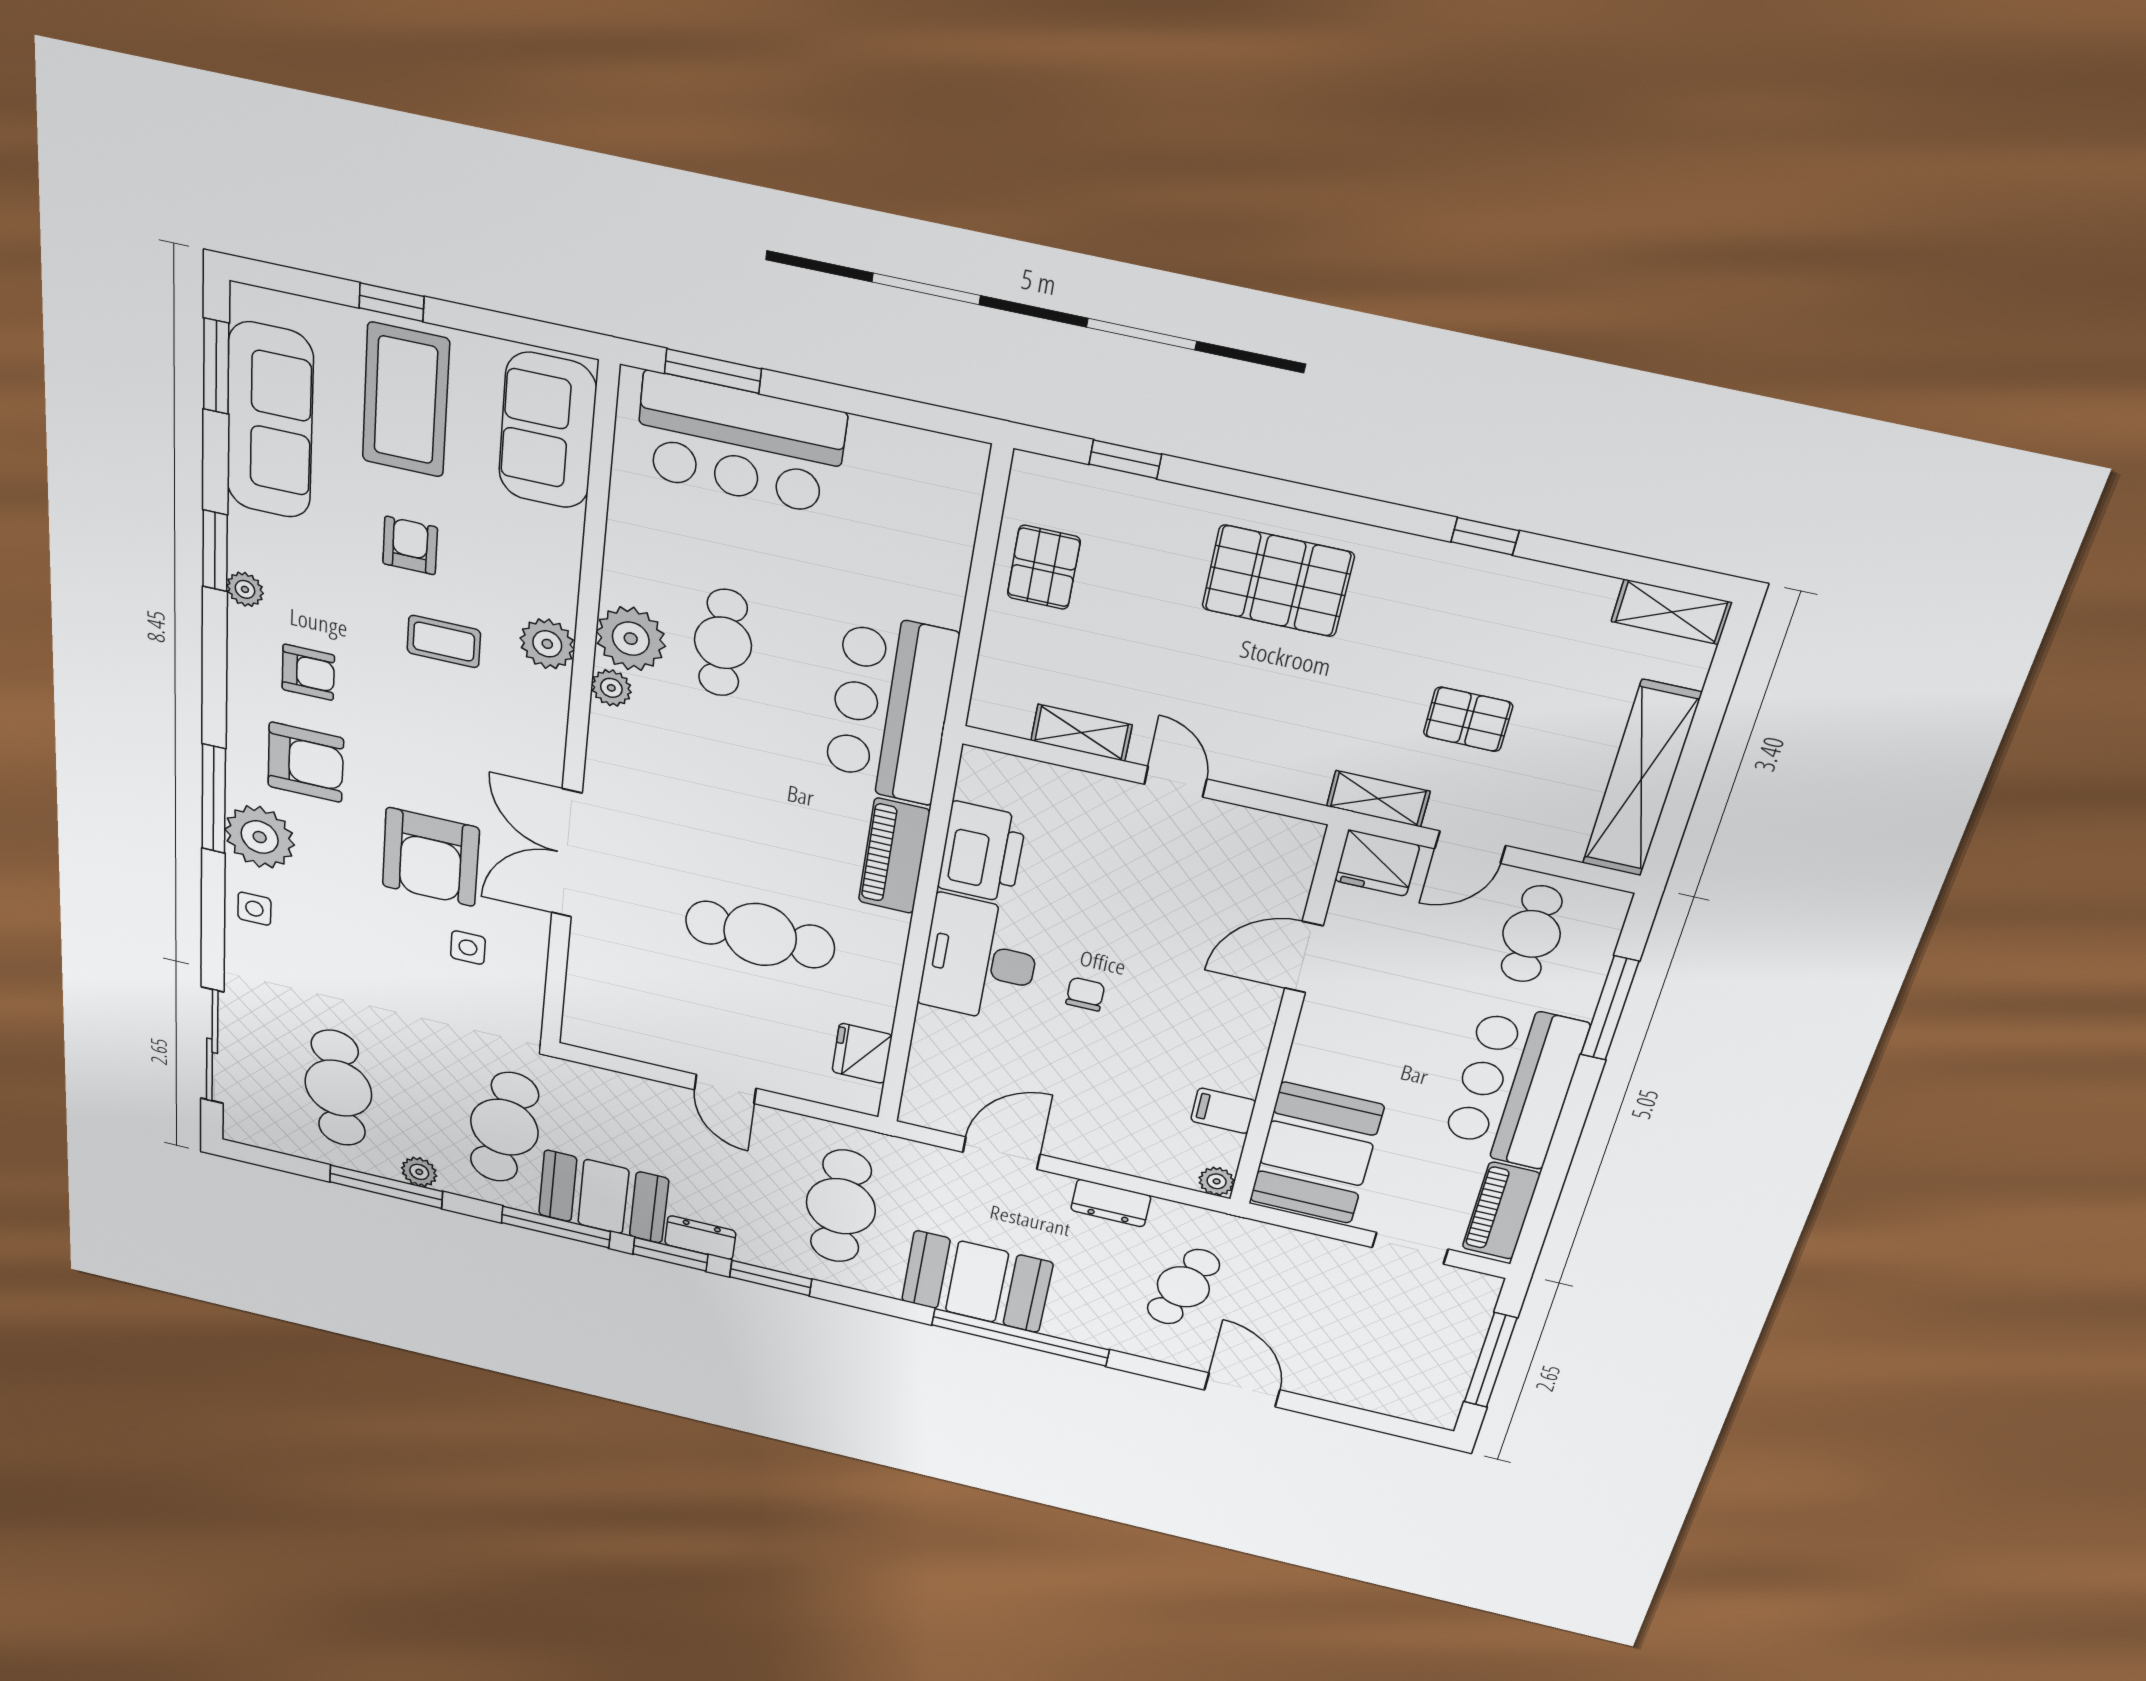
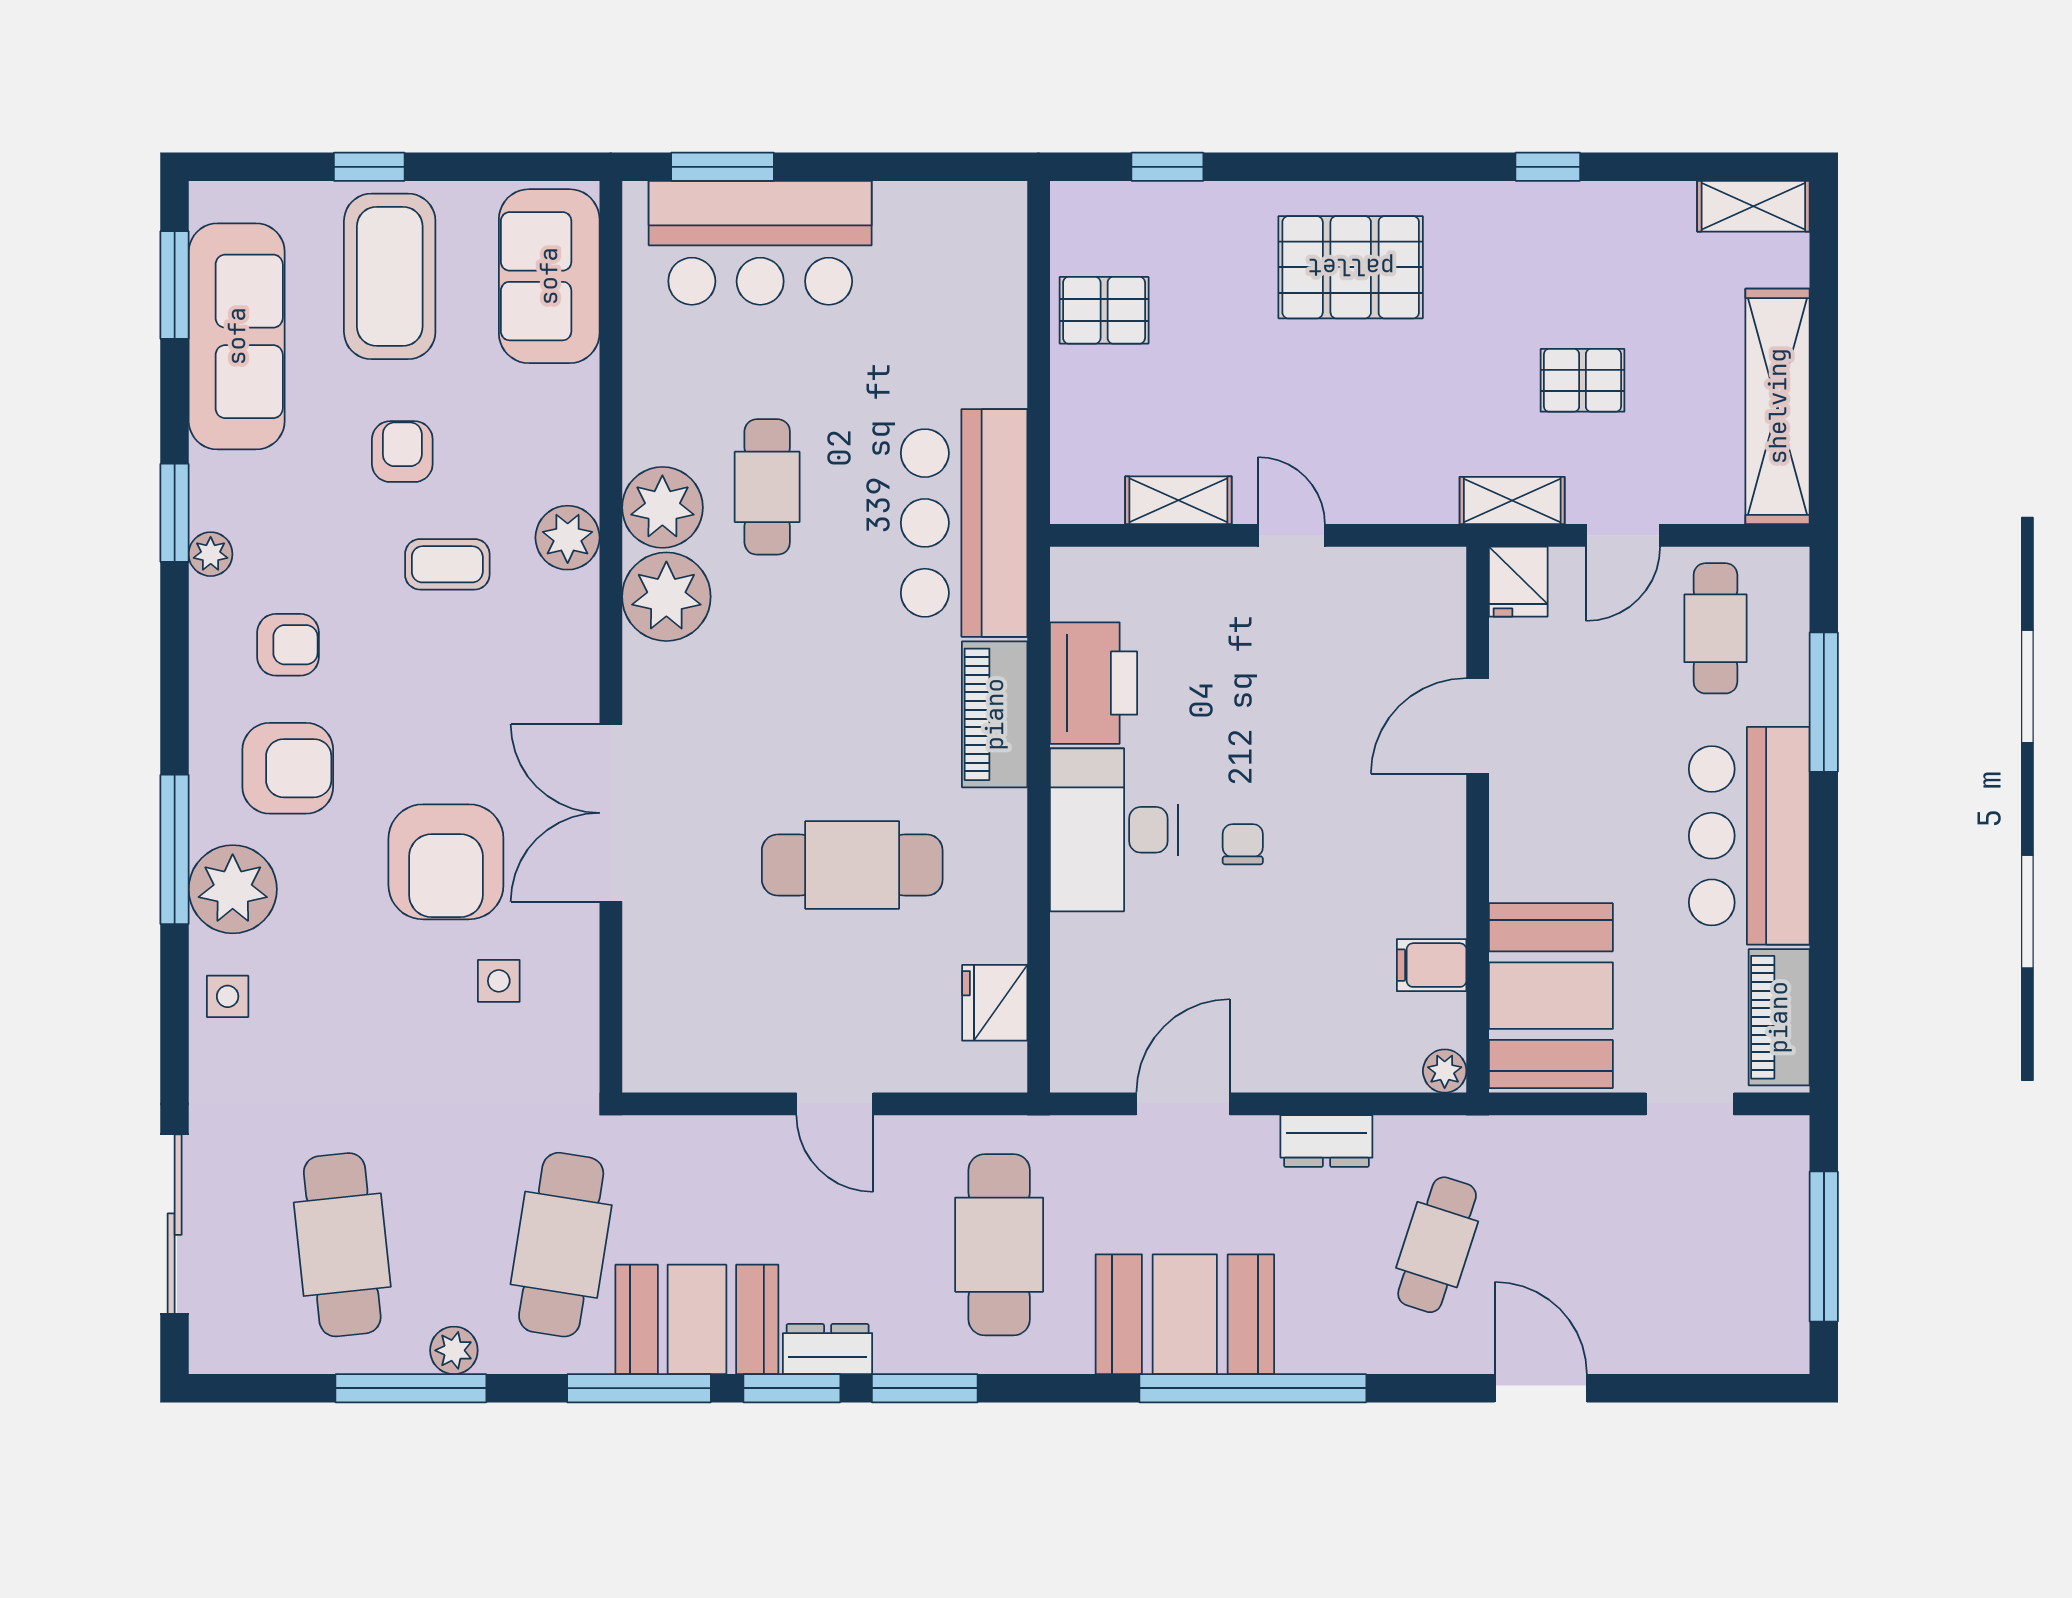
pallet: (1044, 567) -> (1104, 310), turned 90
plant: (611, 688) -> (666, 597), width x1.87, depth x1.87
fridge: (1377, 863) -> (1518, 582), width x0.72

